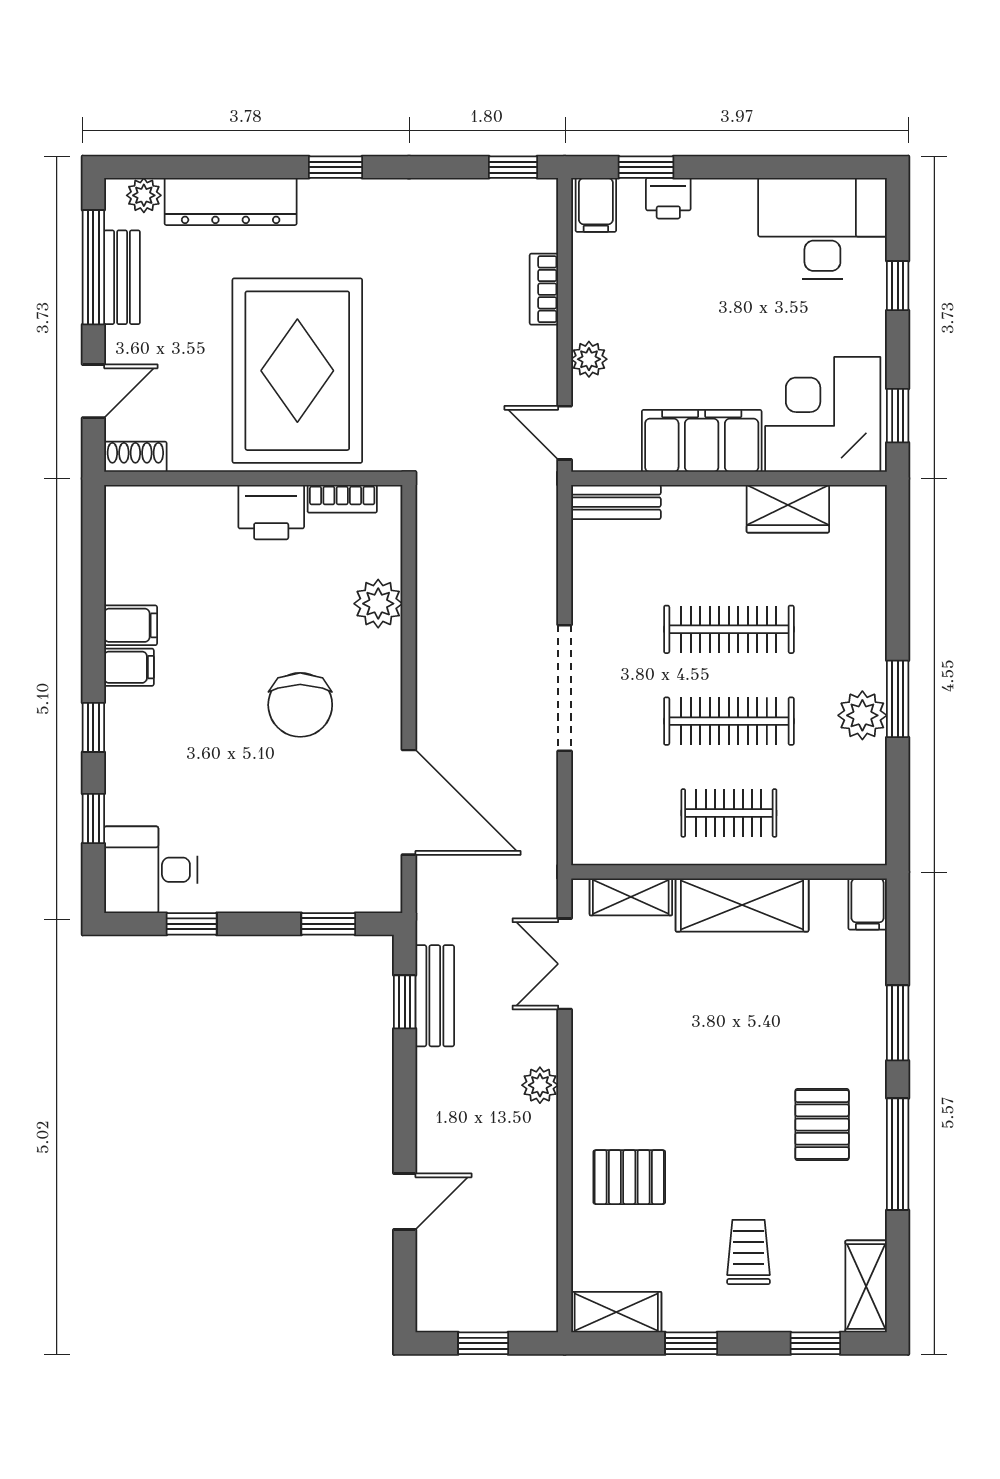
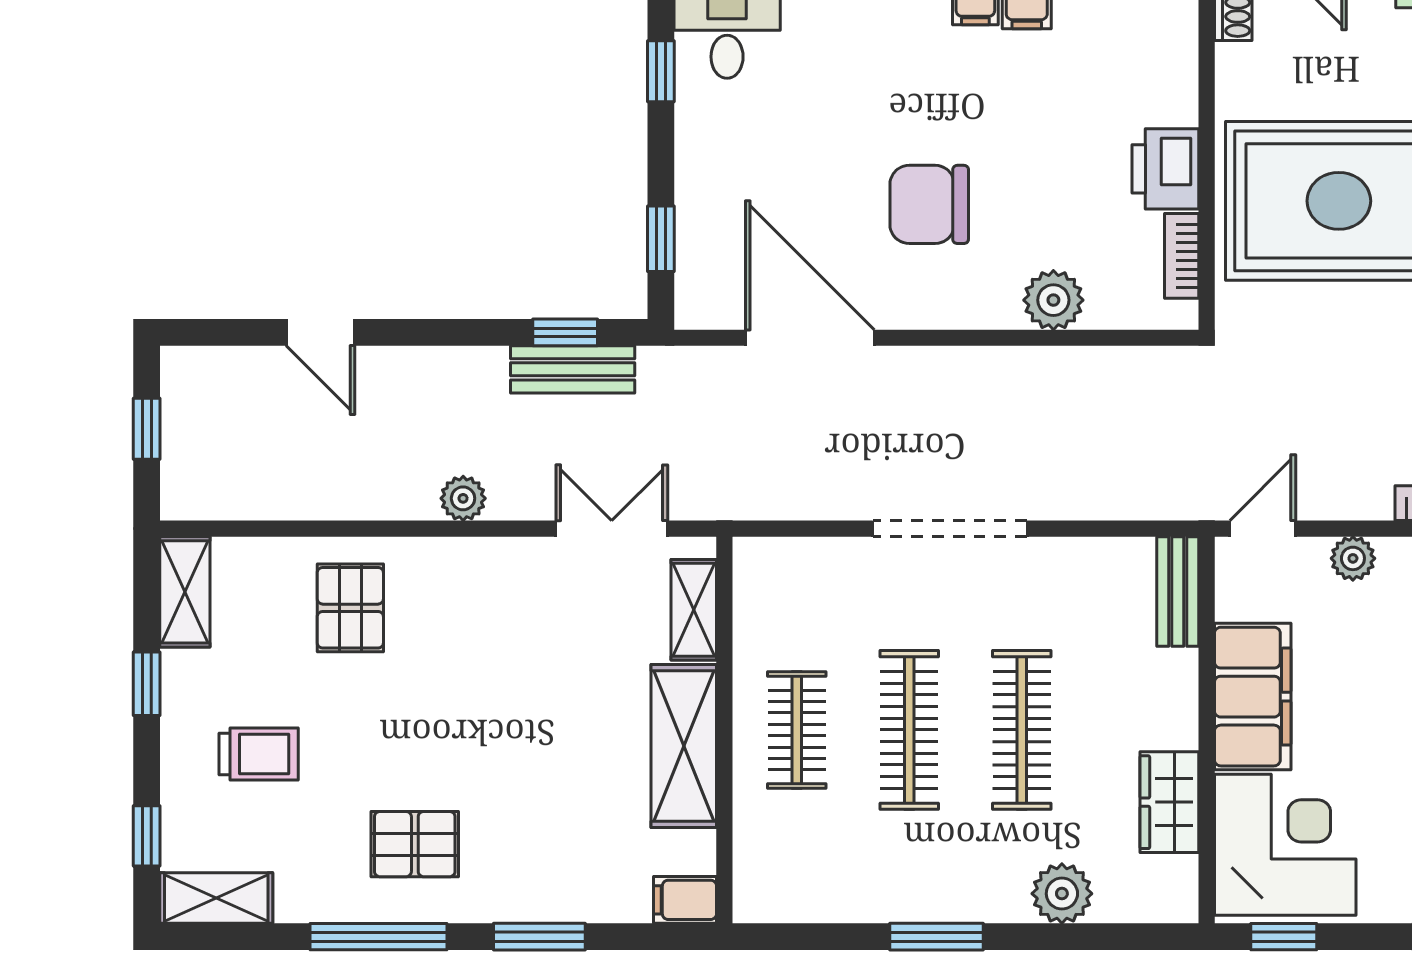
plant: (862, 715) -> (1062, 894), moved
door: (409, 802) -> (810, 338), swing flipped

